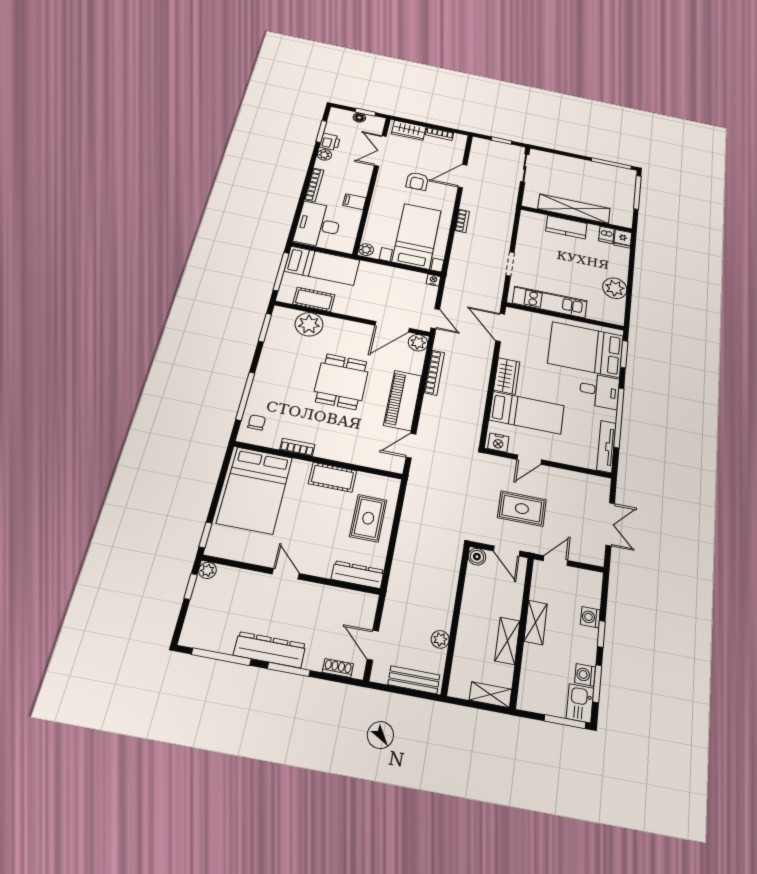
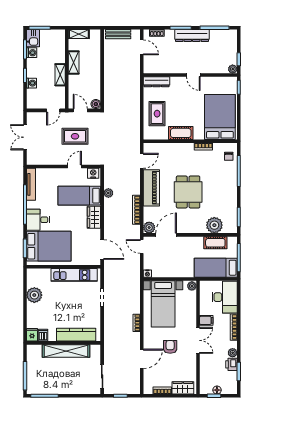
double door: (380, 151) -> (198, 340), moved
kitchen counter: (566, 227) -> (76, 335), width x1.50
plant: (440, 639) -> (108, 193), moved

